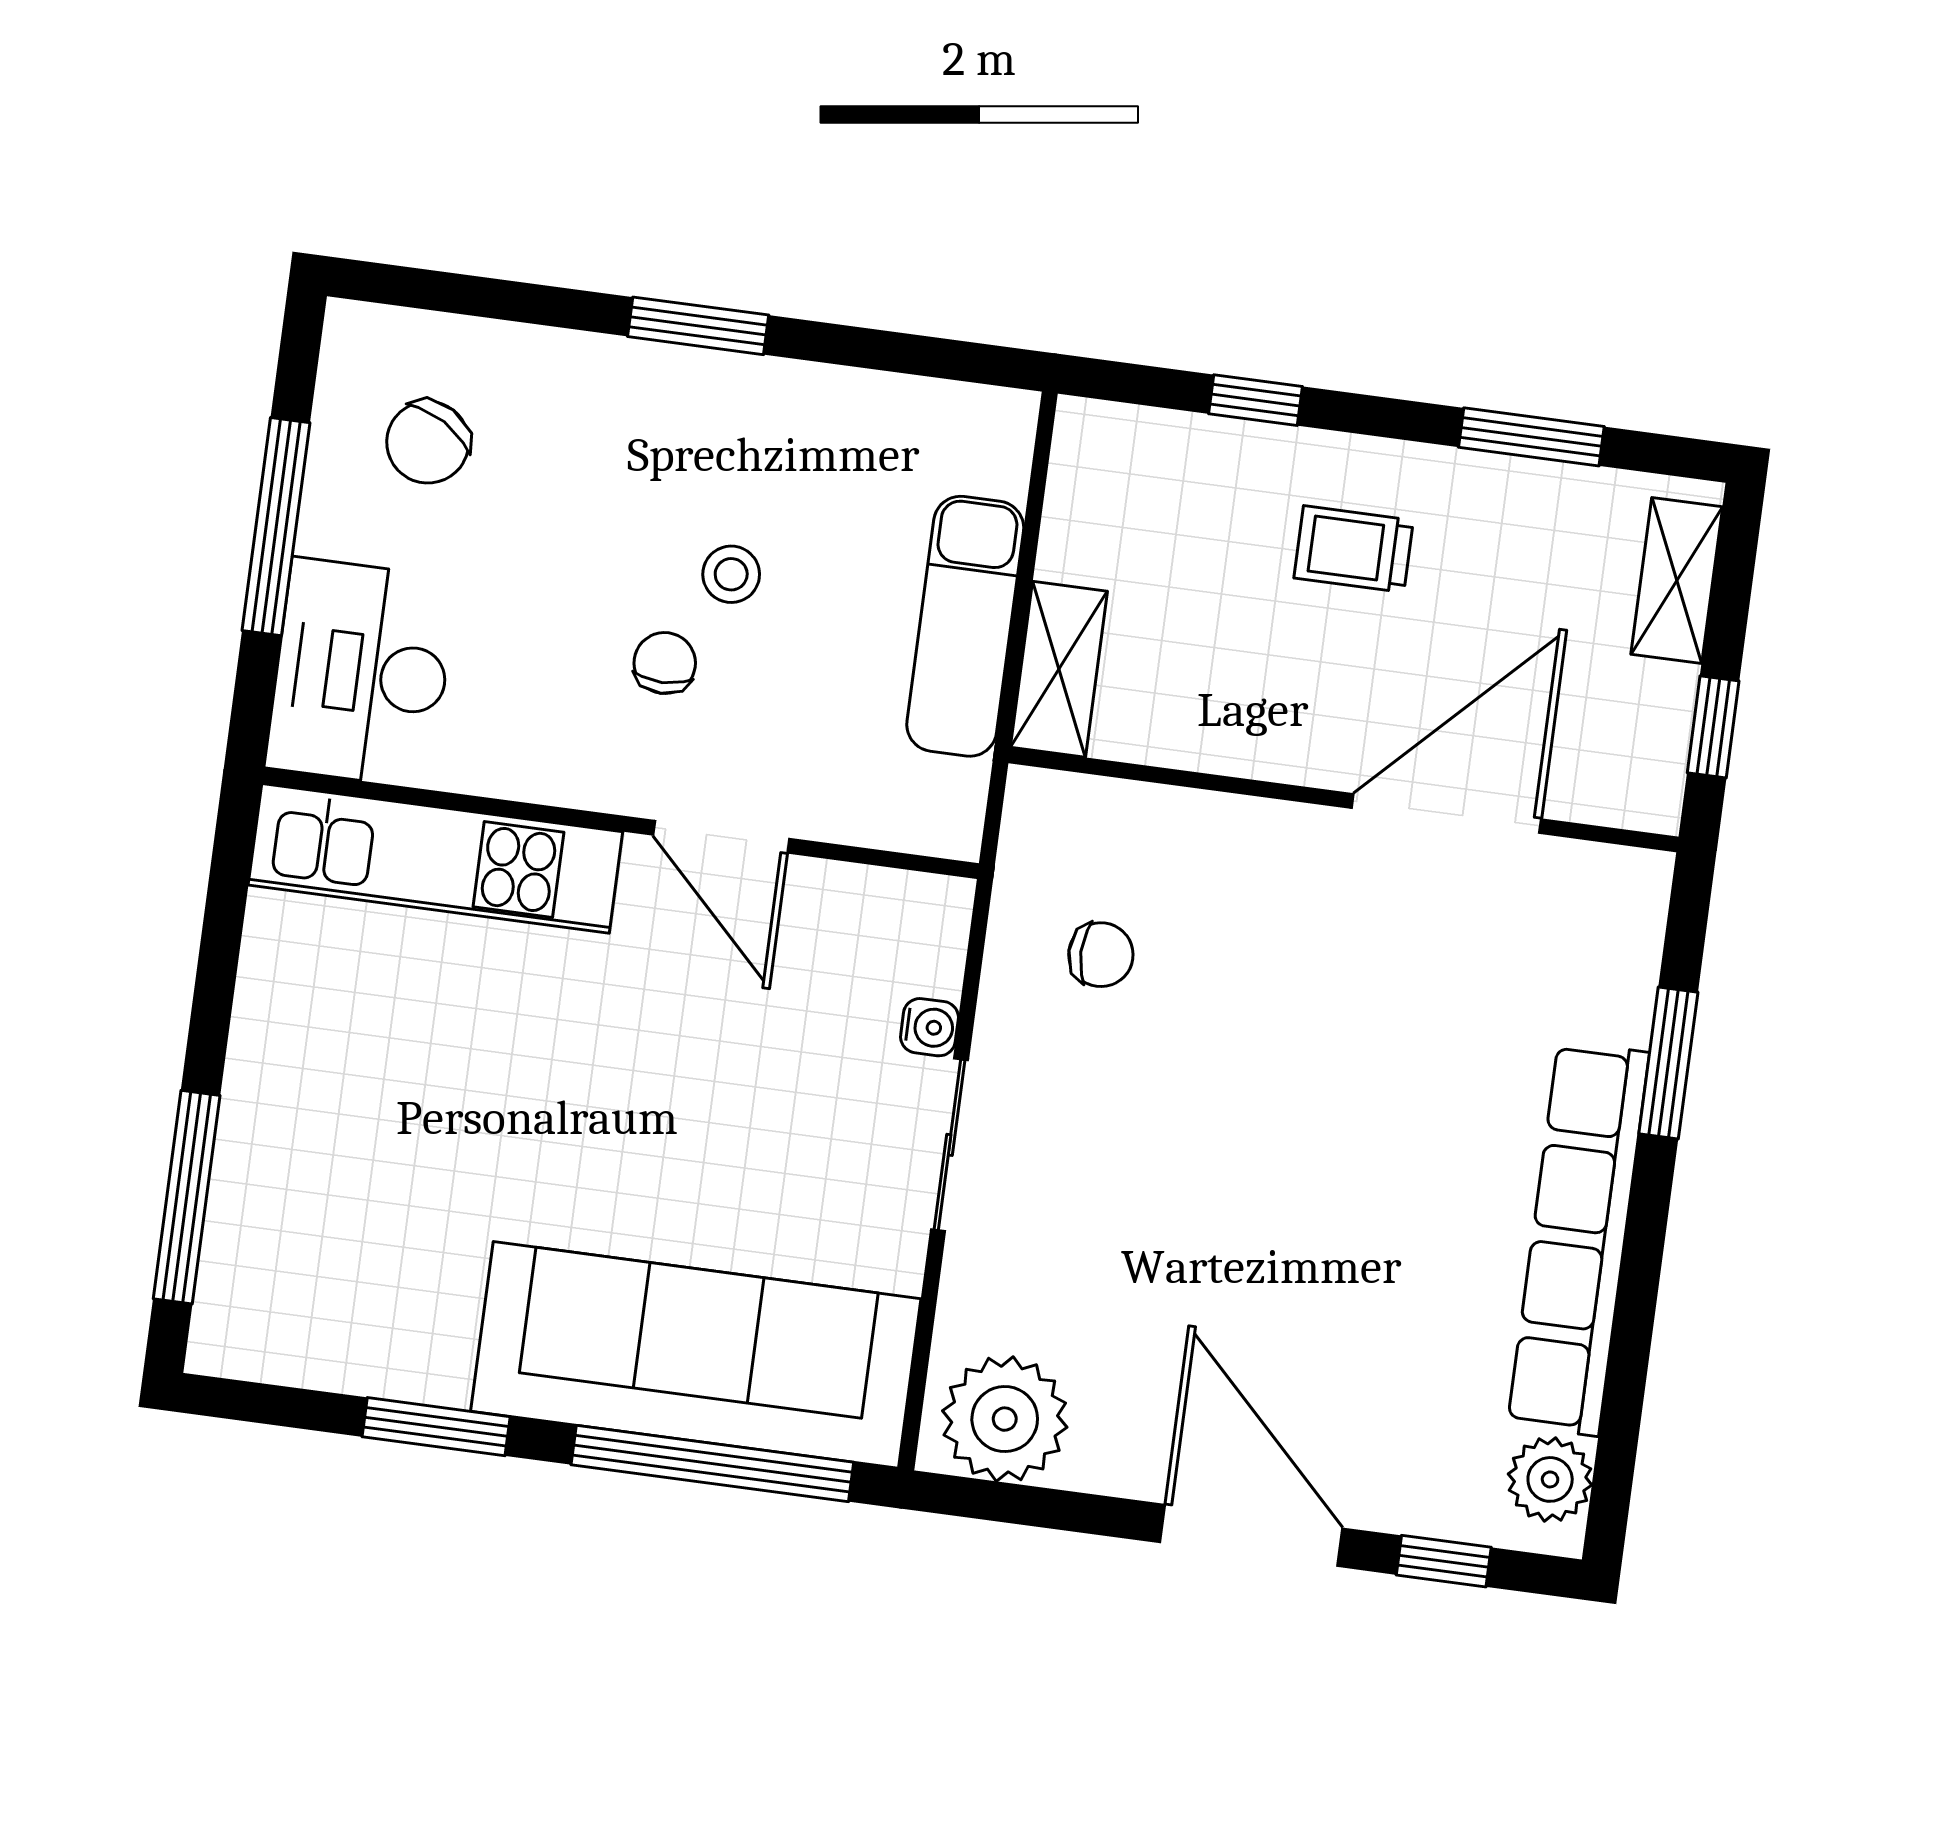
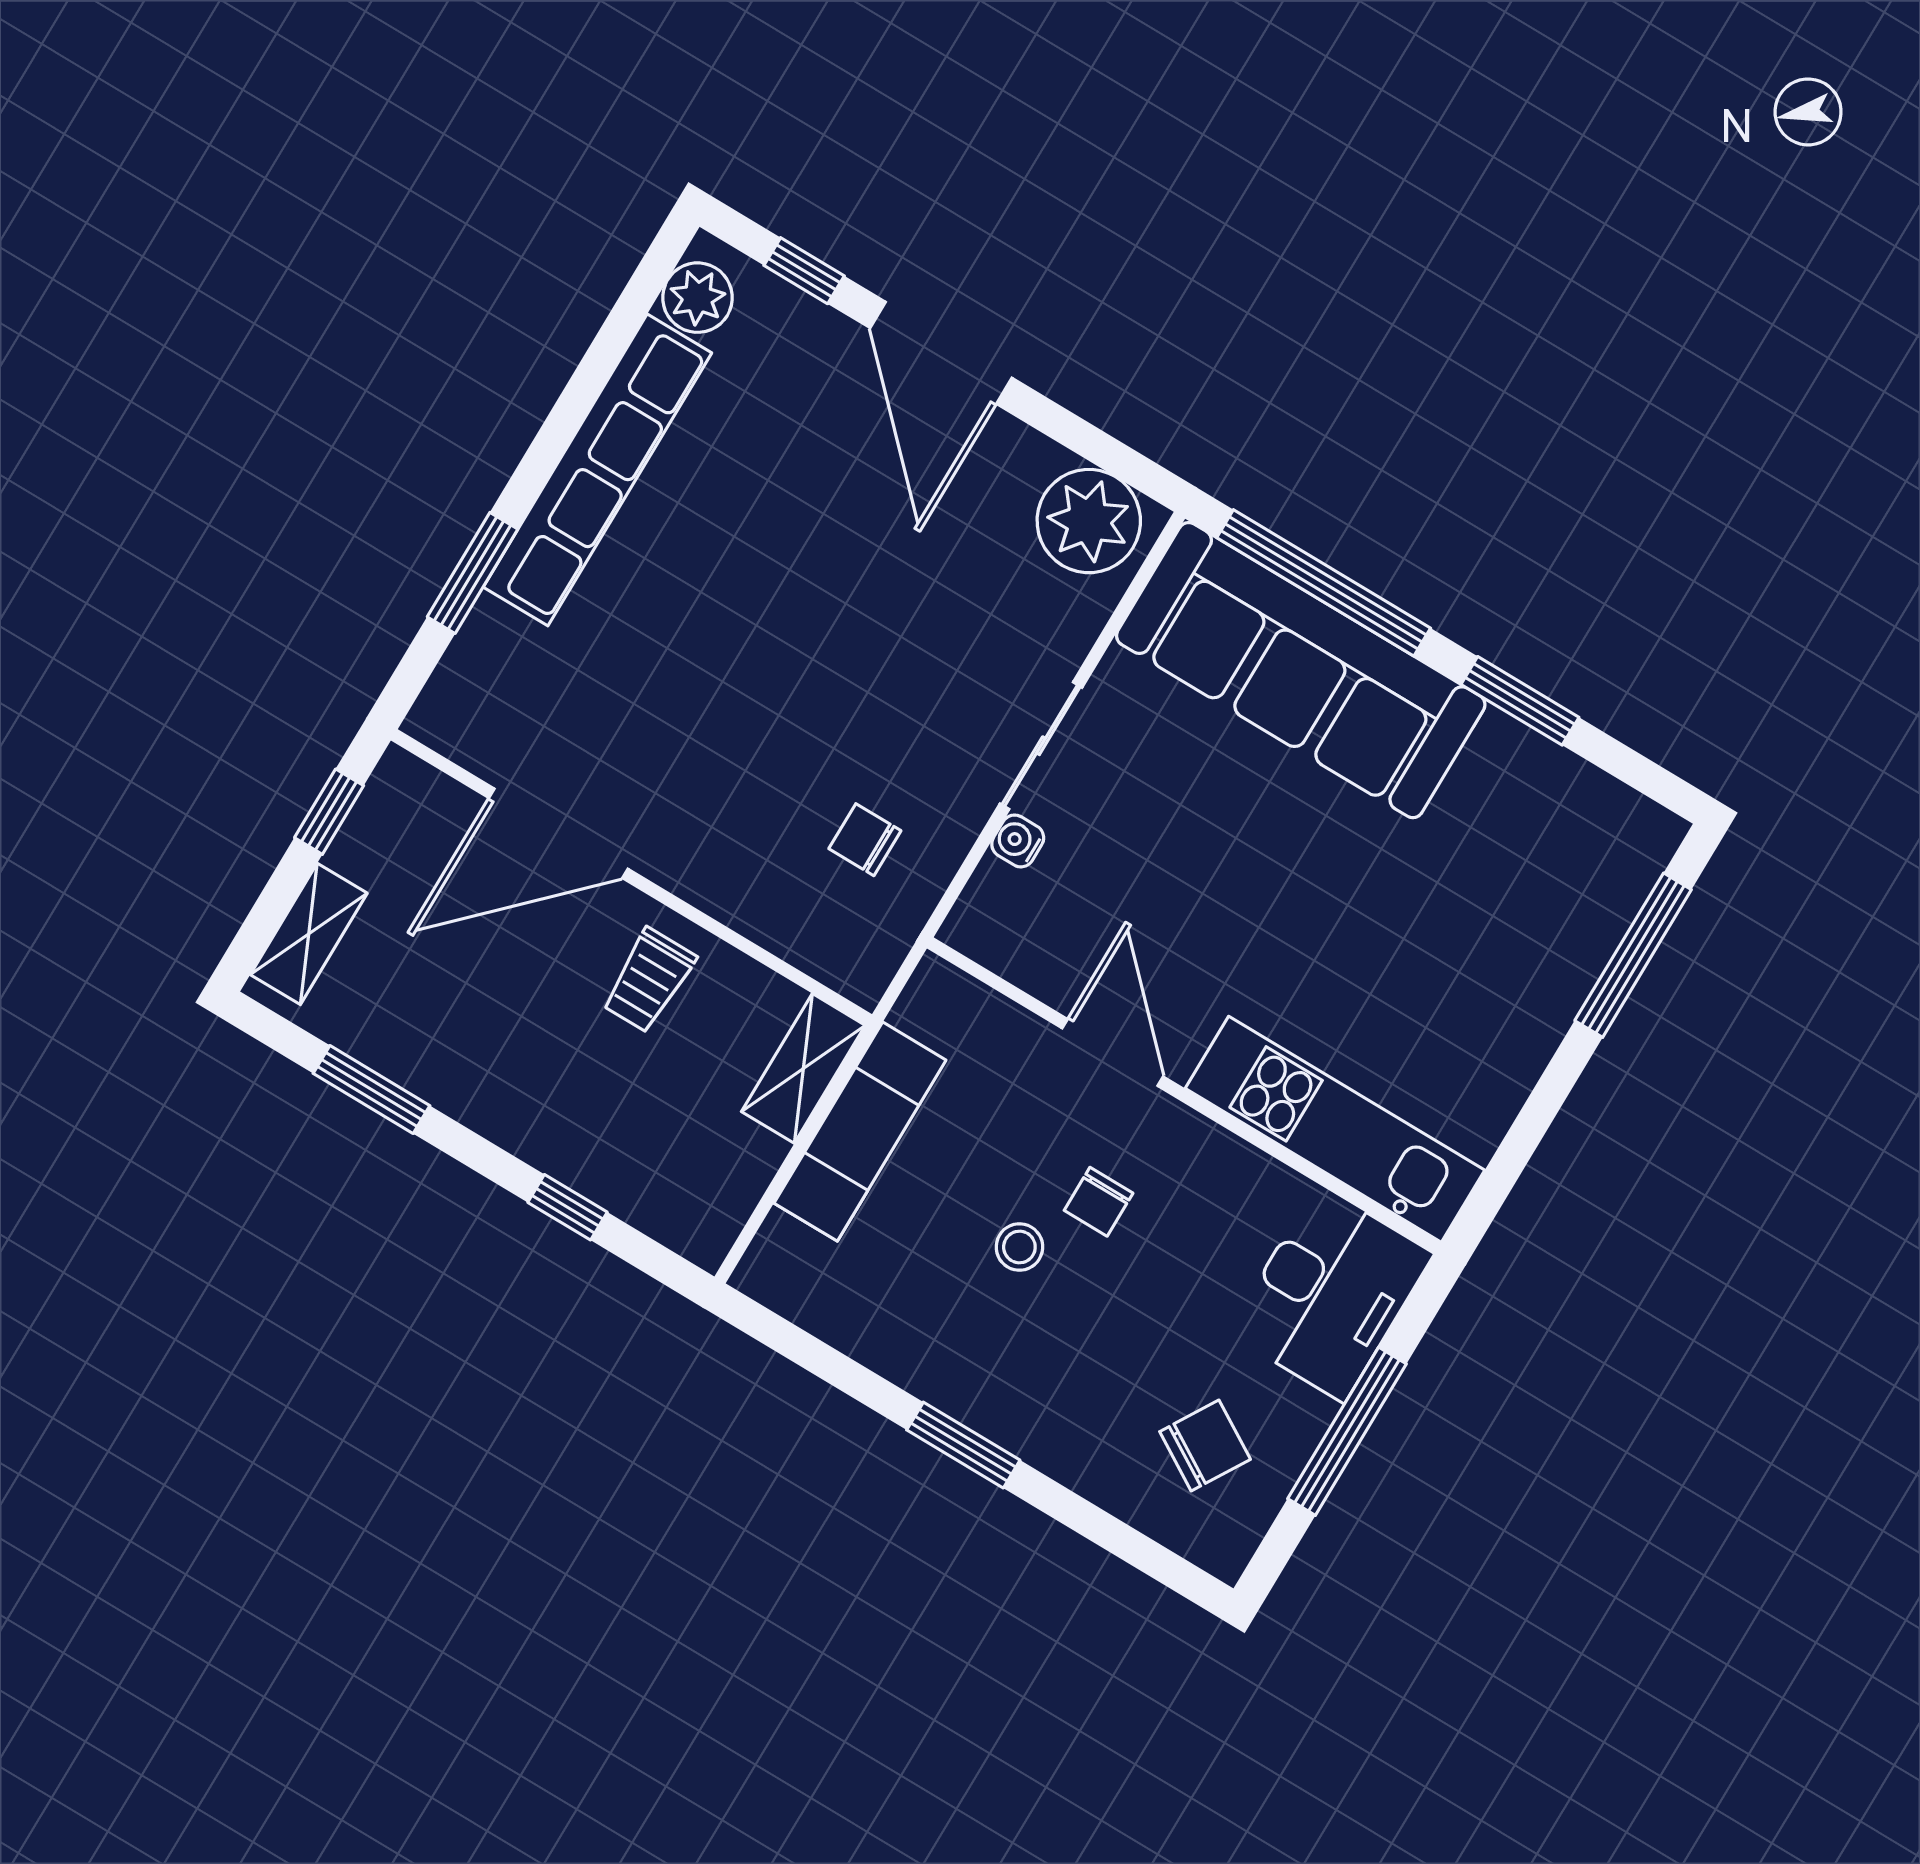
trolley: (1354, 549) -> (649, 980), moved, turned 90

